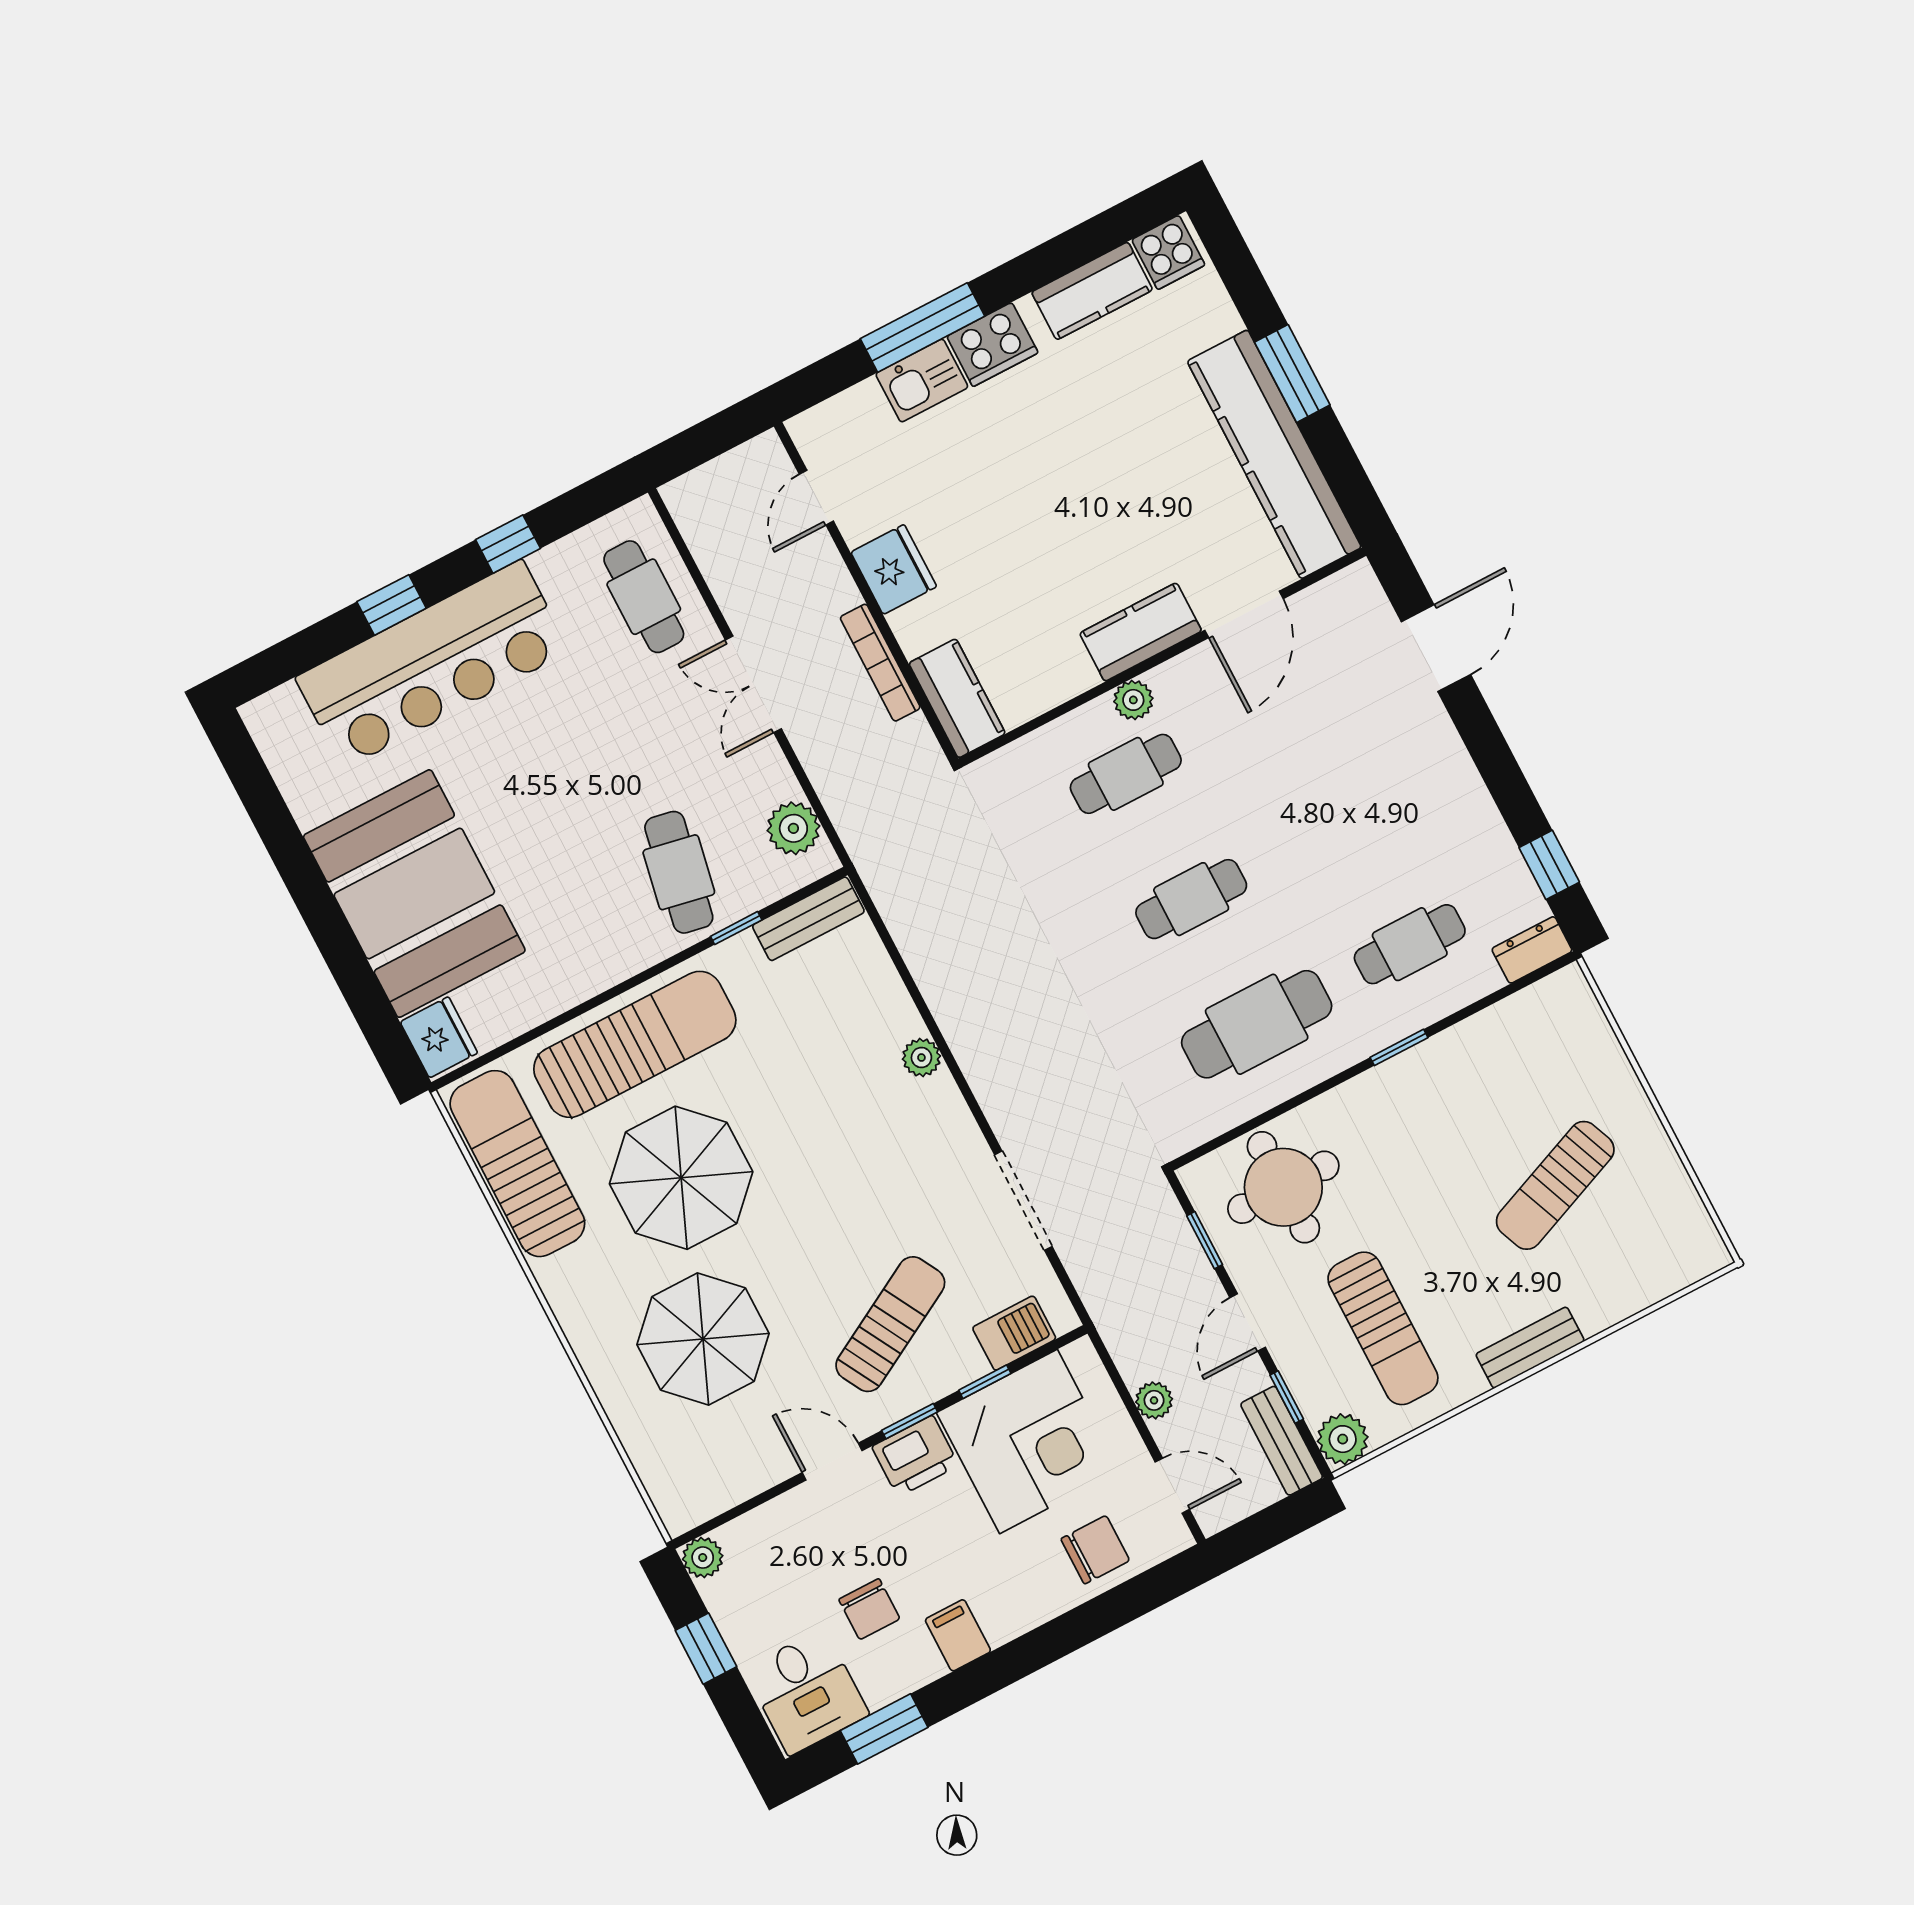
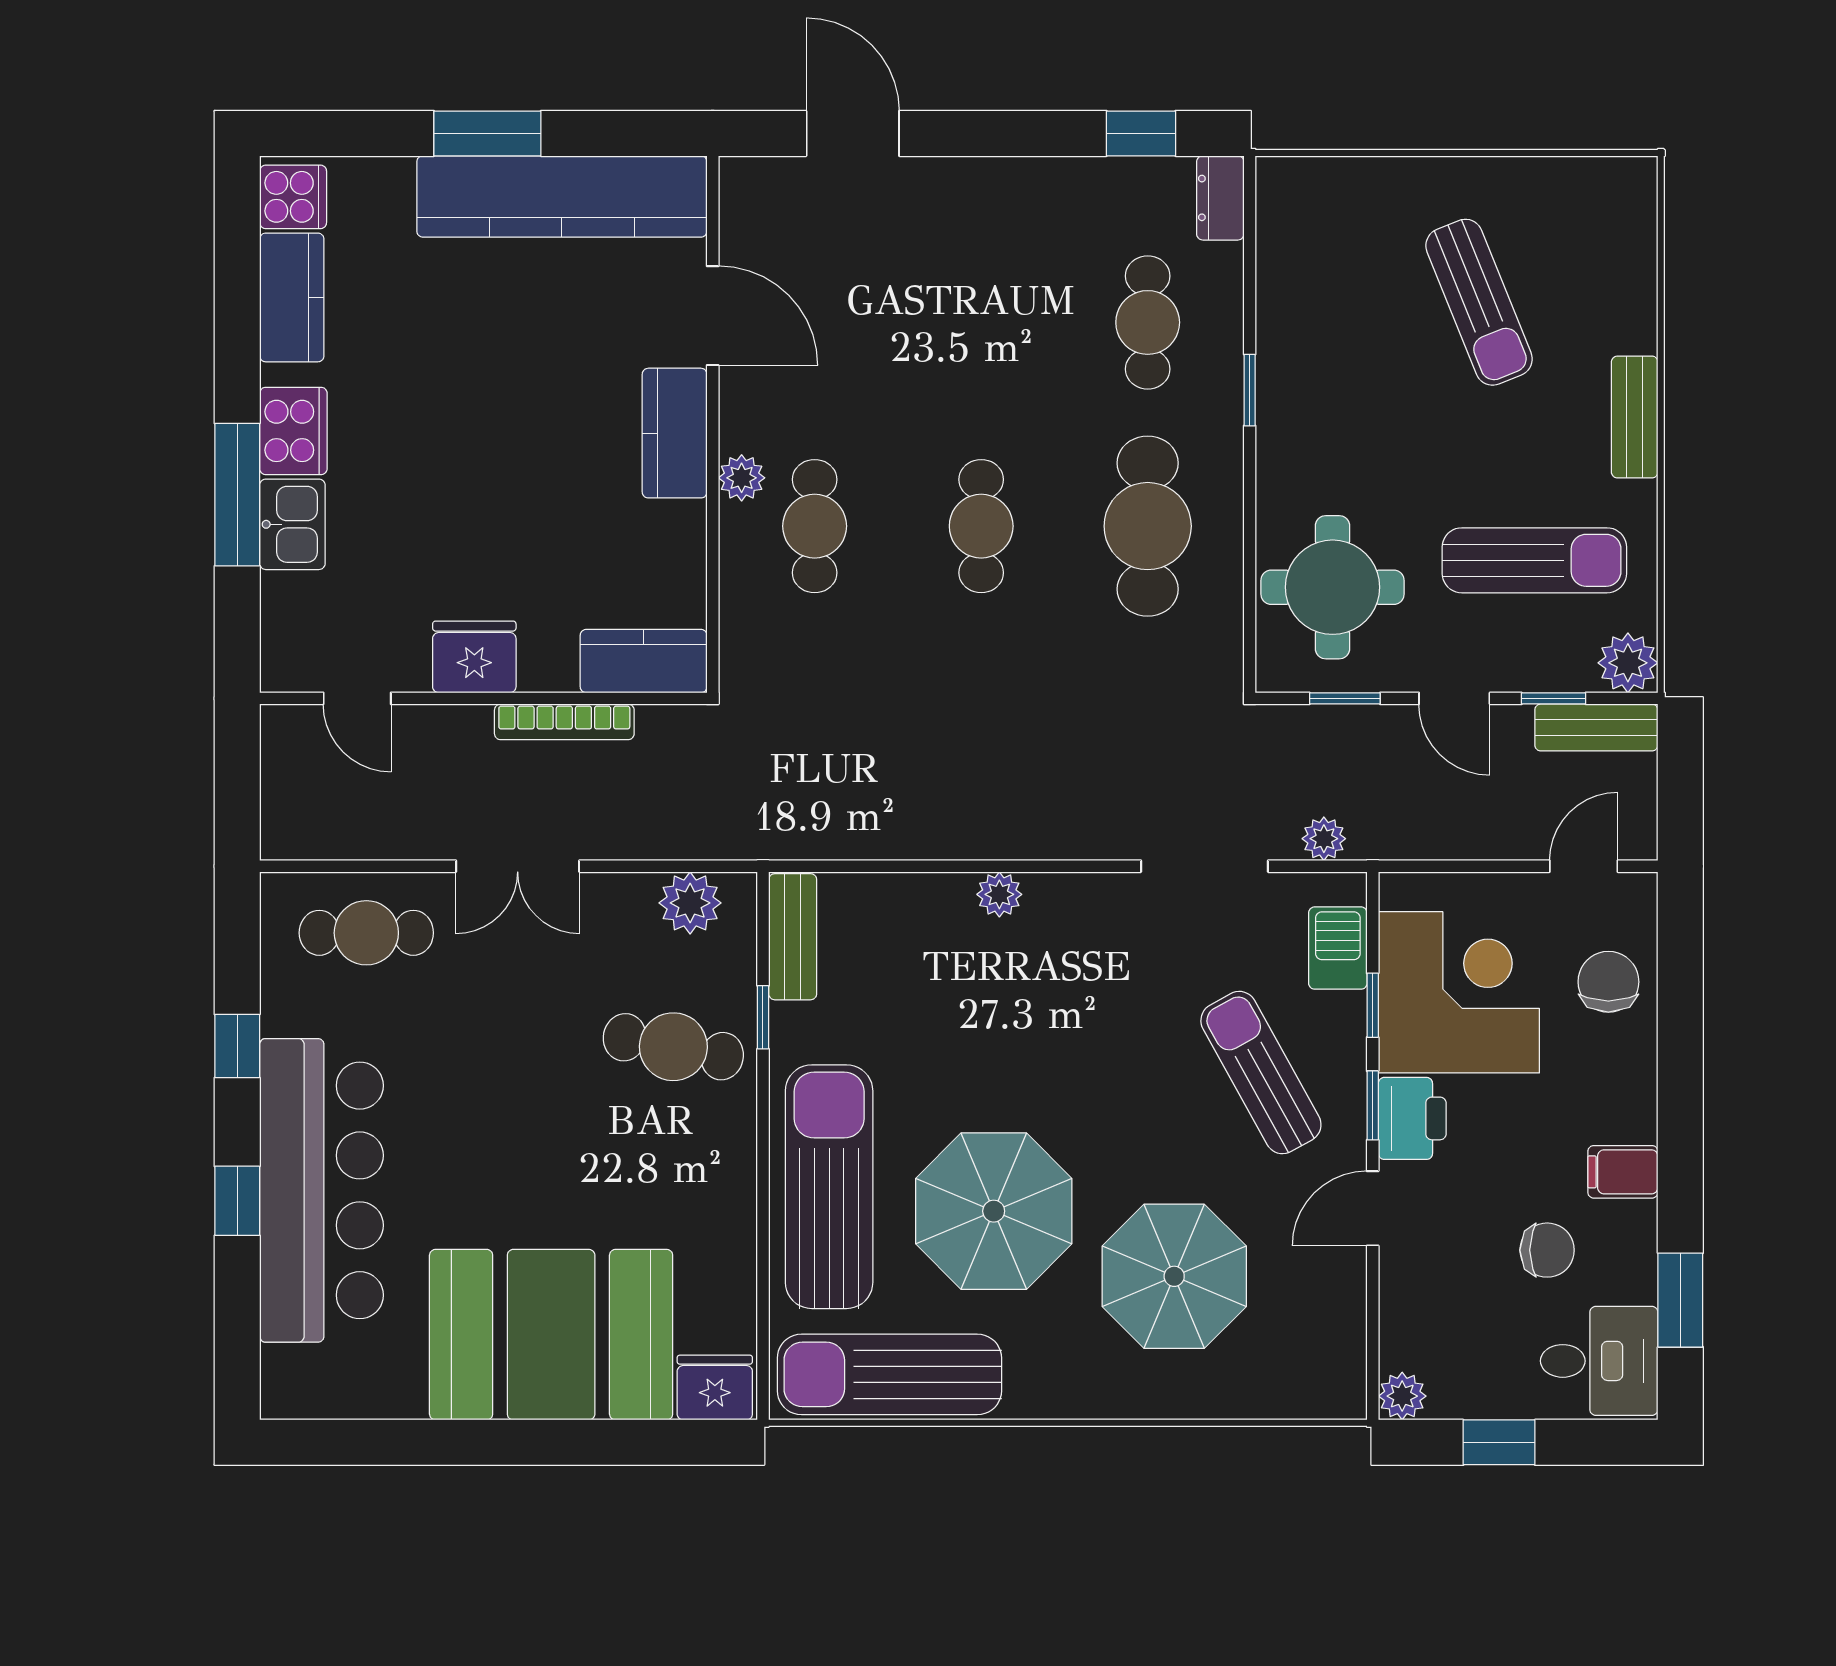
plant: (1154, 1400) -> (1324, 839), moved

